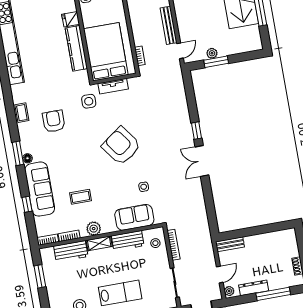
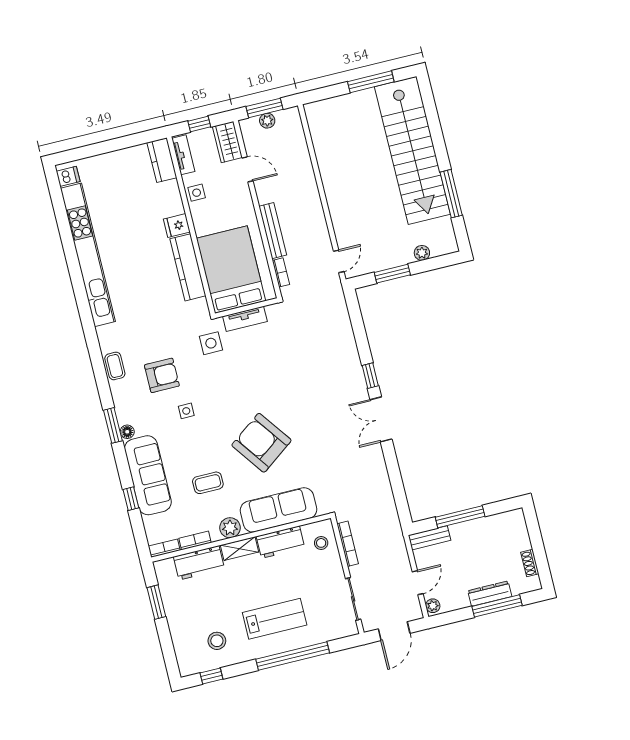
bench: (169, 25) -> (273, 231), moved
plant: (212, 53) -> (422, 253), moved
armchair: (54, 121) -> (162, 375), turned 90
armchair: (121, 146) -> (261, 443), moved
side table: (144, 187) -> (186, 411), moved
sofa: (134, 217) -> (278, 510), width x1.36
window: (252, 231) -> (460, 517), added
dresser: (254, 288) -> (490, 594), moved

